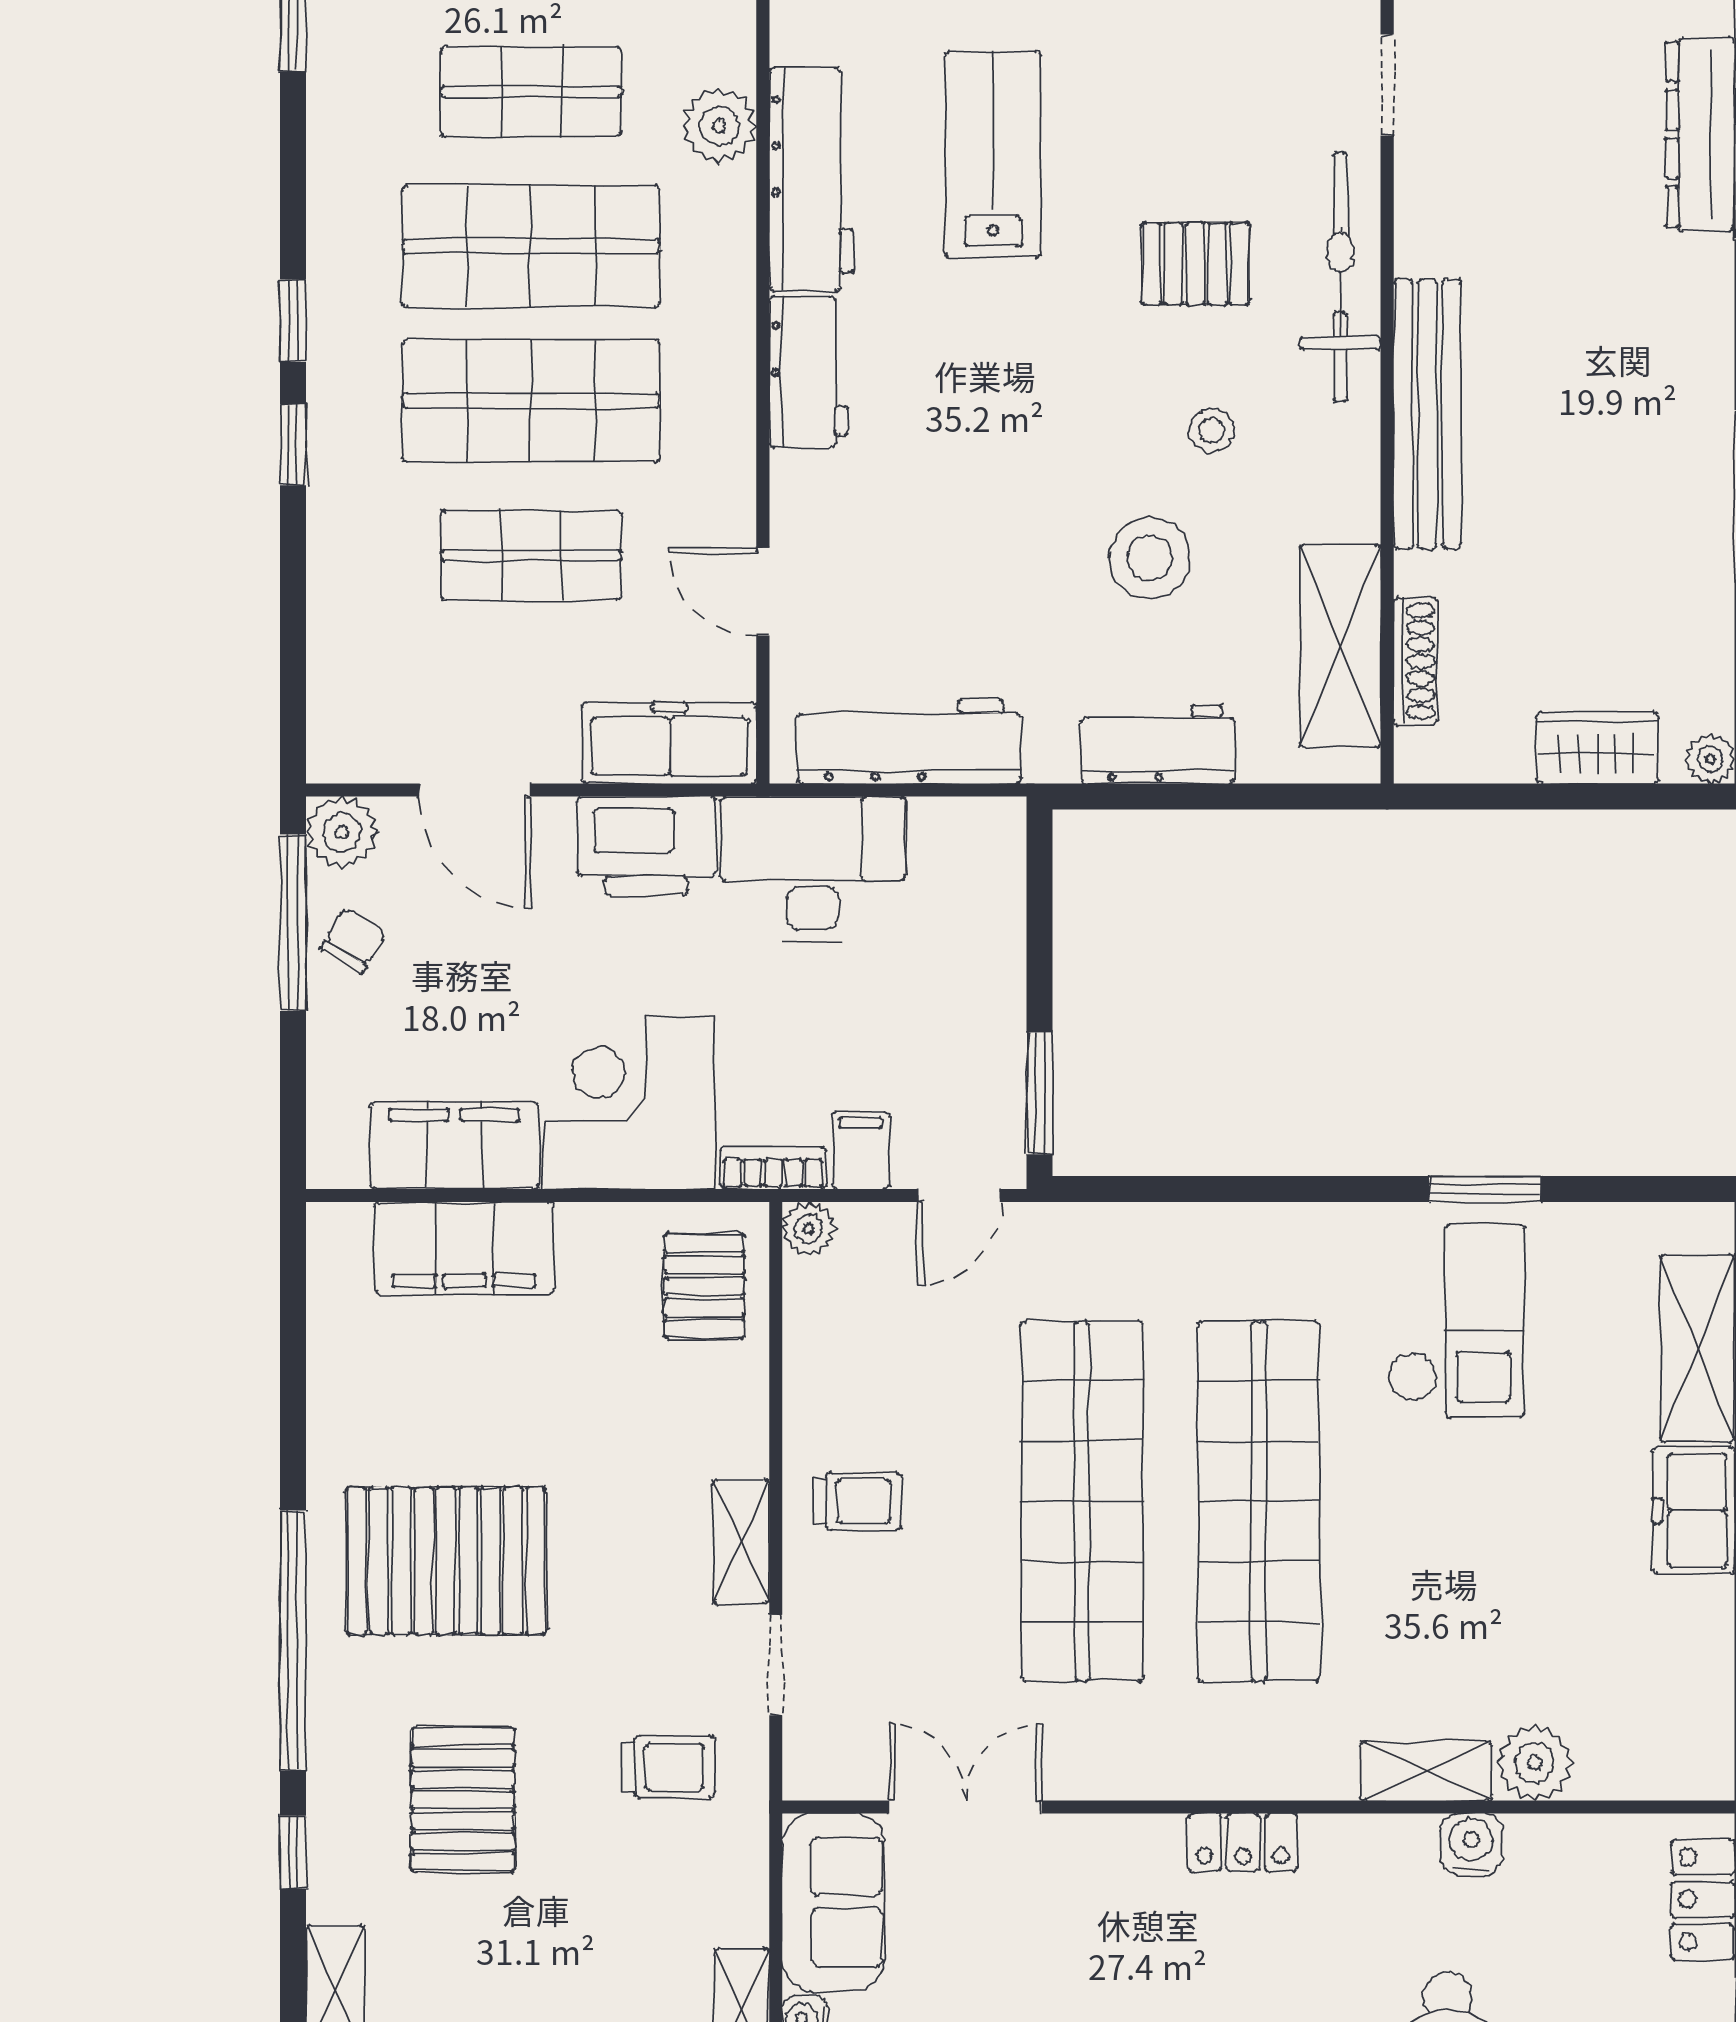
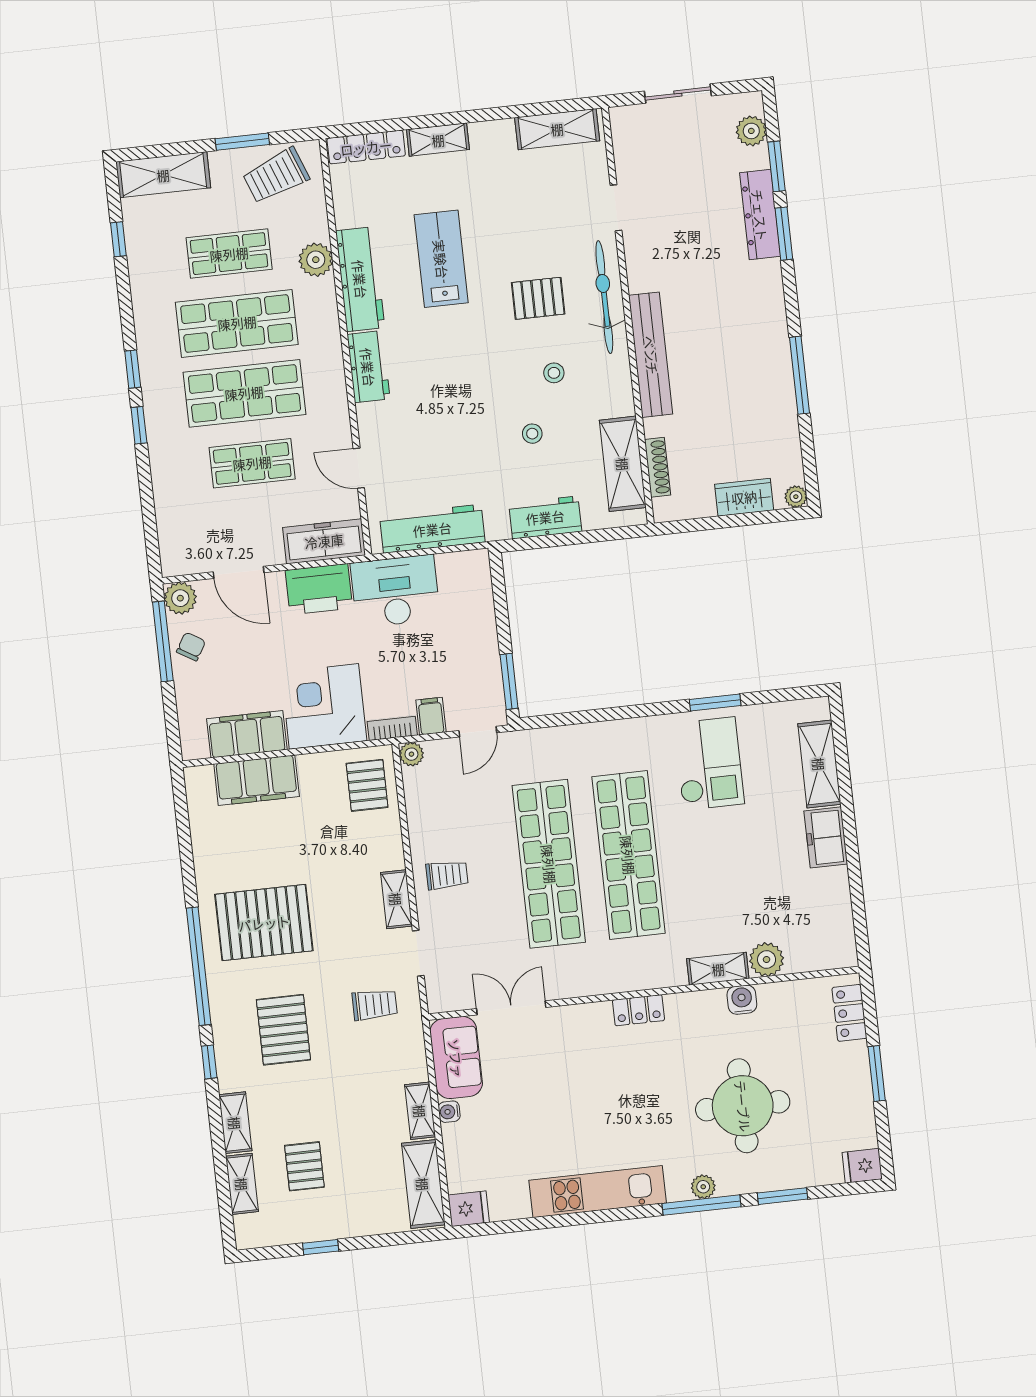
stool: (1150, 558) -> (532, 434), width x0.53, depth x0.53

